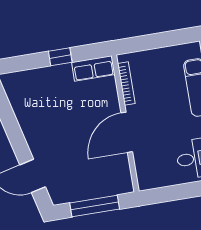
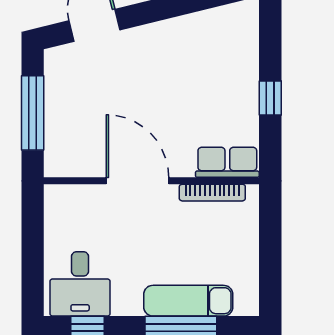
row of seats: (93, 68) -> (227, 162), moved, turned 90

